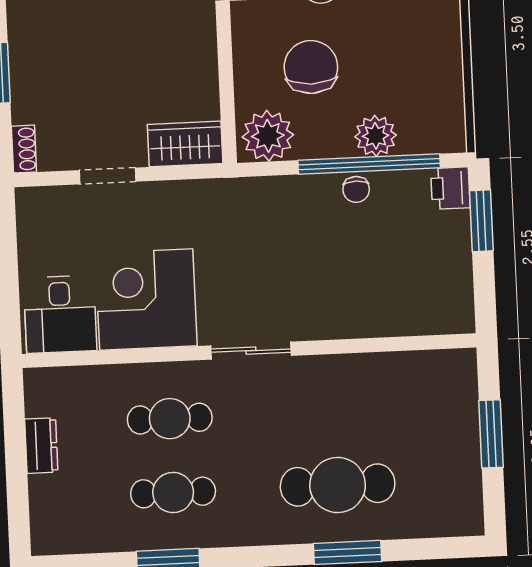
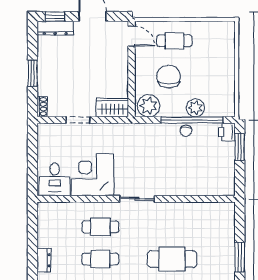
window: (491, 434) -> (240, 257), moved
dresser: (41, 446) -> (44, 260), moved

